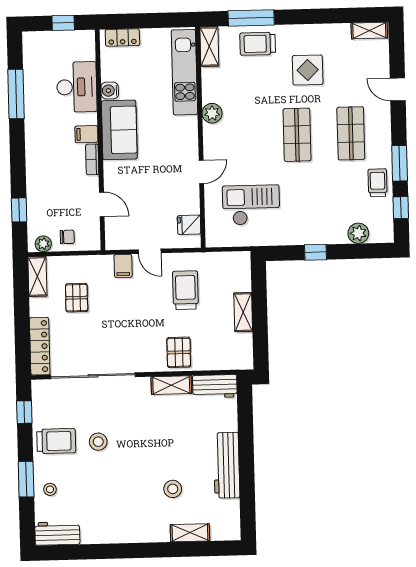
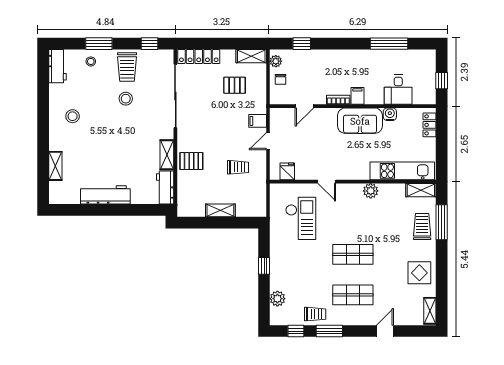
display table: (308, 70) -> (419, 273), moved
desk: (77, 87) -> (398, 90), width x0.73
trolley: (185, 290) -> (238, 167), width x0.73, depth x0.72
stool: (173, 489) -> (73, 116), moved

